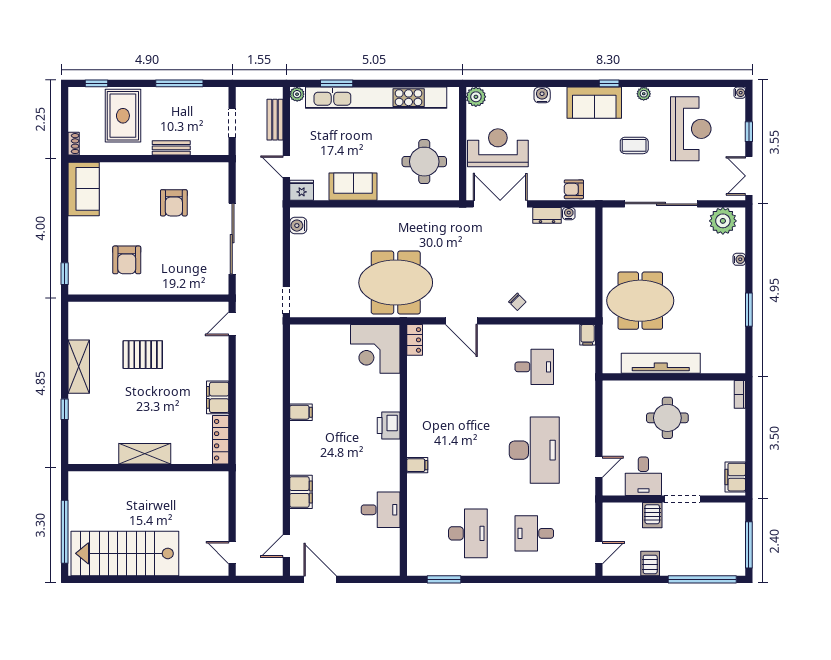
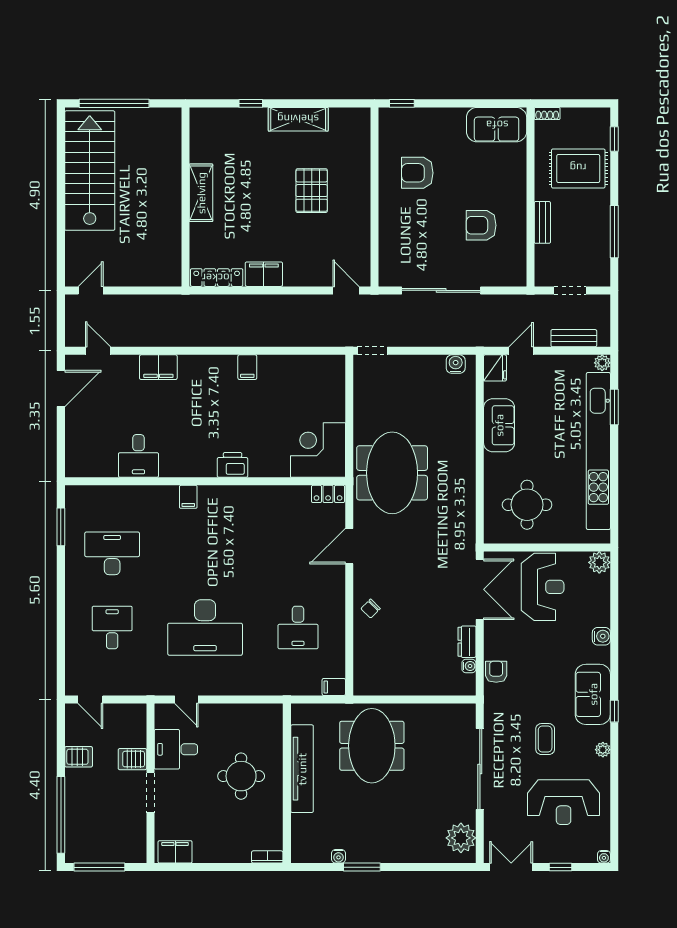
water cooler: (739, 259) -> (338, 856), moved
desk: (468, 533) -> (112, 553), turned 180

